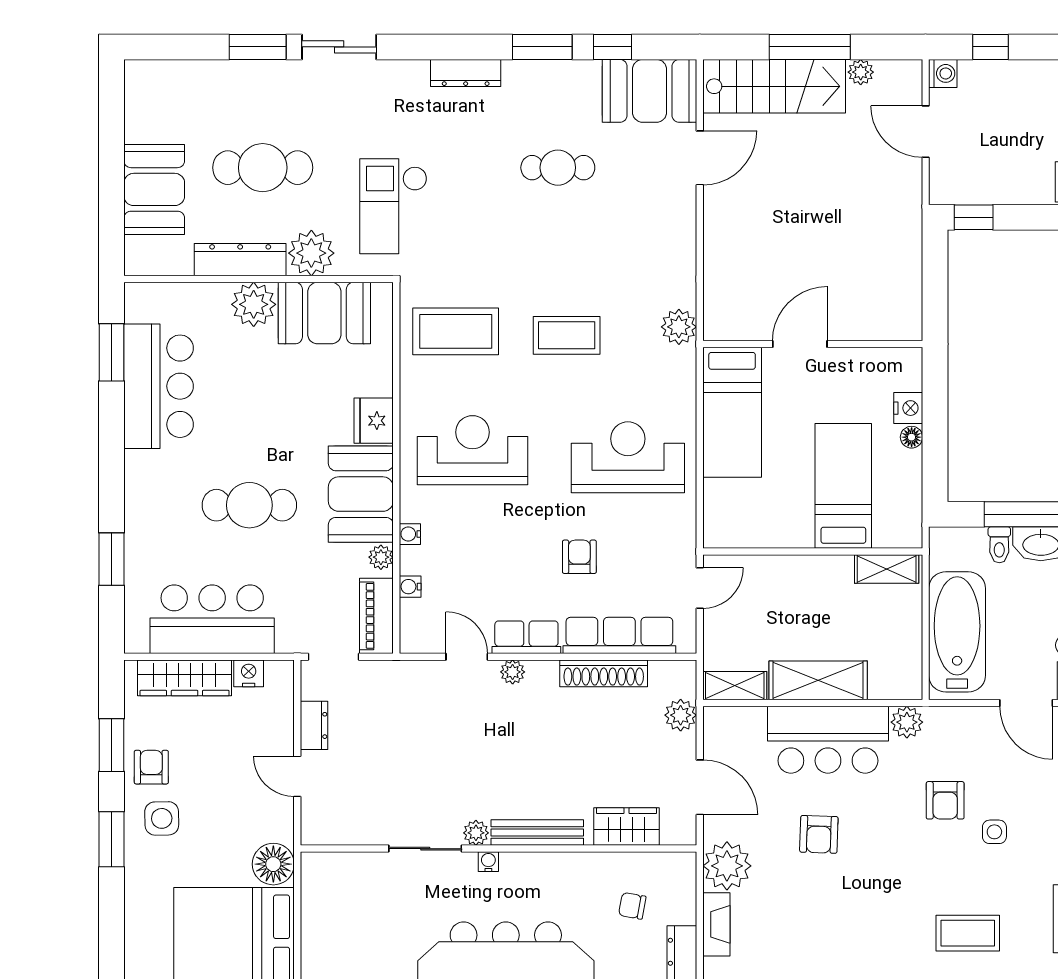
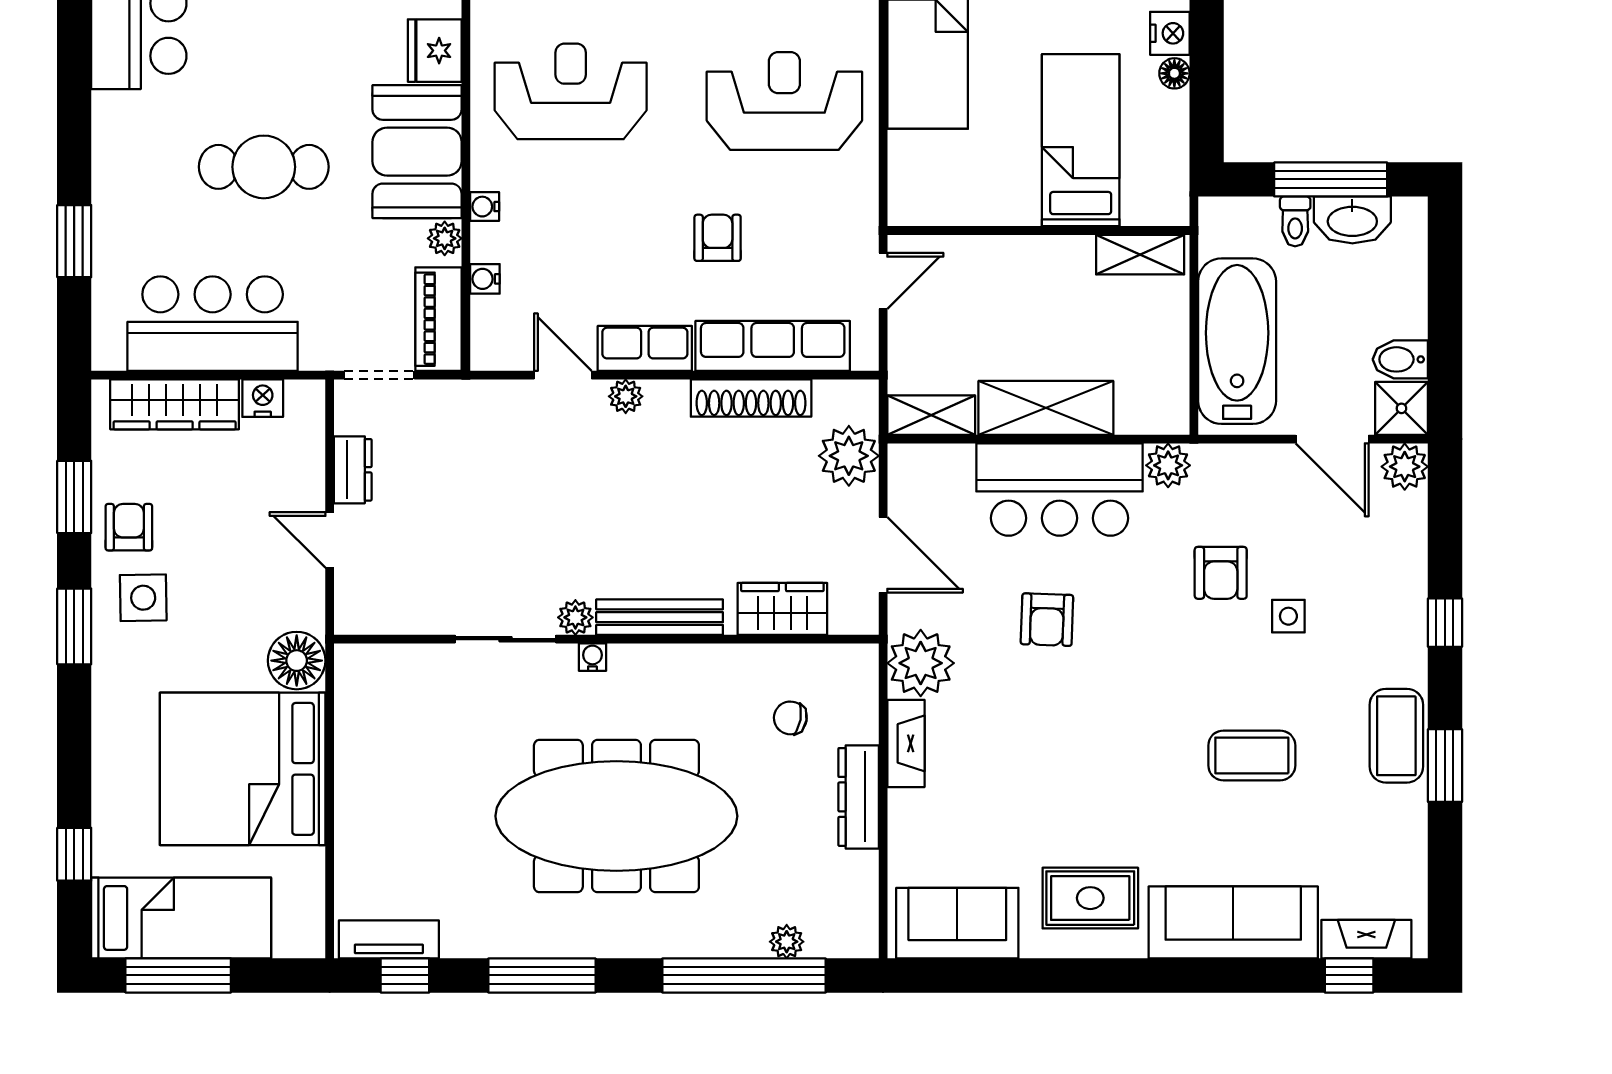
plant: (681, 715) -> (849, 456), width x1.36, depth x1.36

